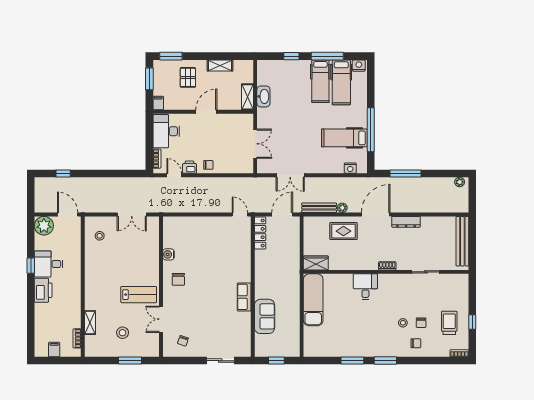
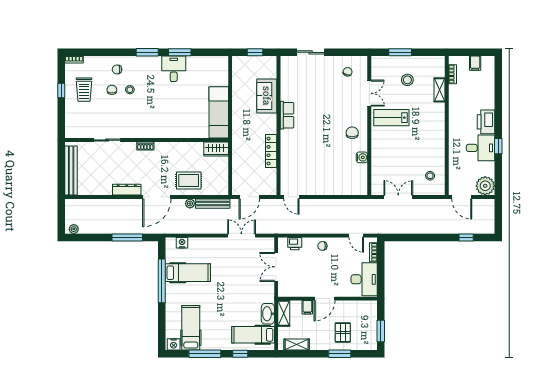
window: (171, 56) -> (340, 354), moved
shelving: (220, 65) -> (297, 344), moved
hospital bed: (320, 81) -> (253, 335), moved, turned -90
filing cabinet: (158, 103) -> (307, 307), moved
printer: (190, 167) -> (295, 244), moved
locker: (260, 233) -> (271, 151), moved
desk: (365, 287) -> (174, 69), moved, turned 180

